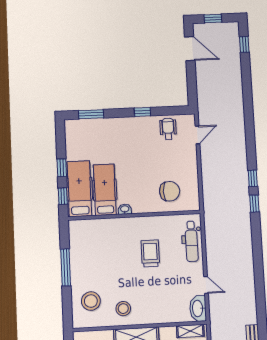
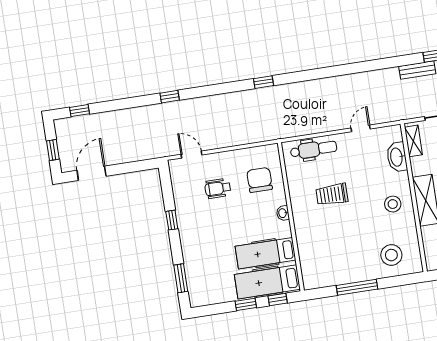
wheelchair: (168, 129) -> (218, 188), moved
window: (253, 178) -> (170, 97), moved
washbasin: (125, 209) -> (283, 213), moved
washbasin: (198, 308) -> (397, 157), moved, turned 90
stool: (123, 309) -> (393, 204), moved

